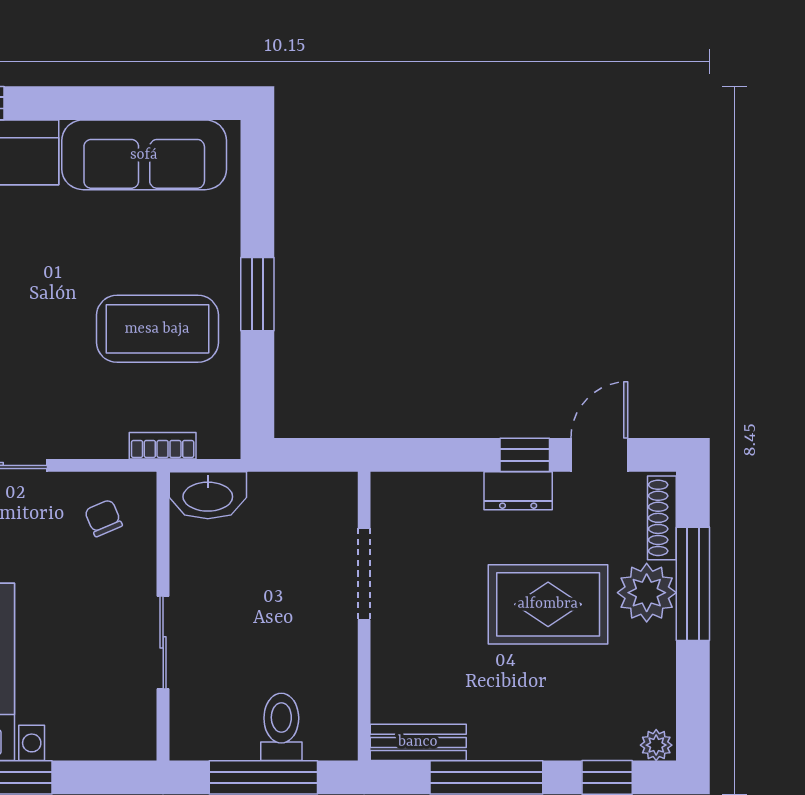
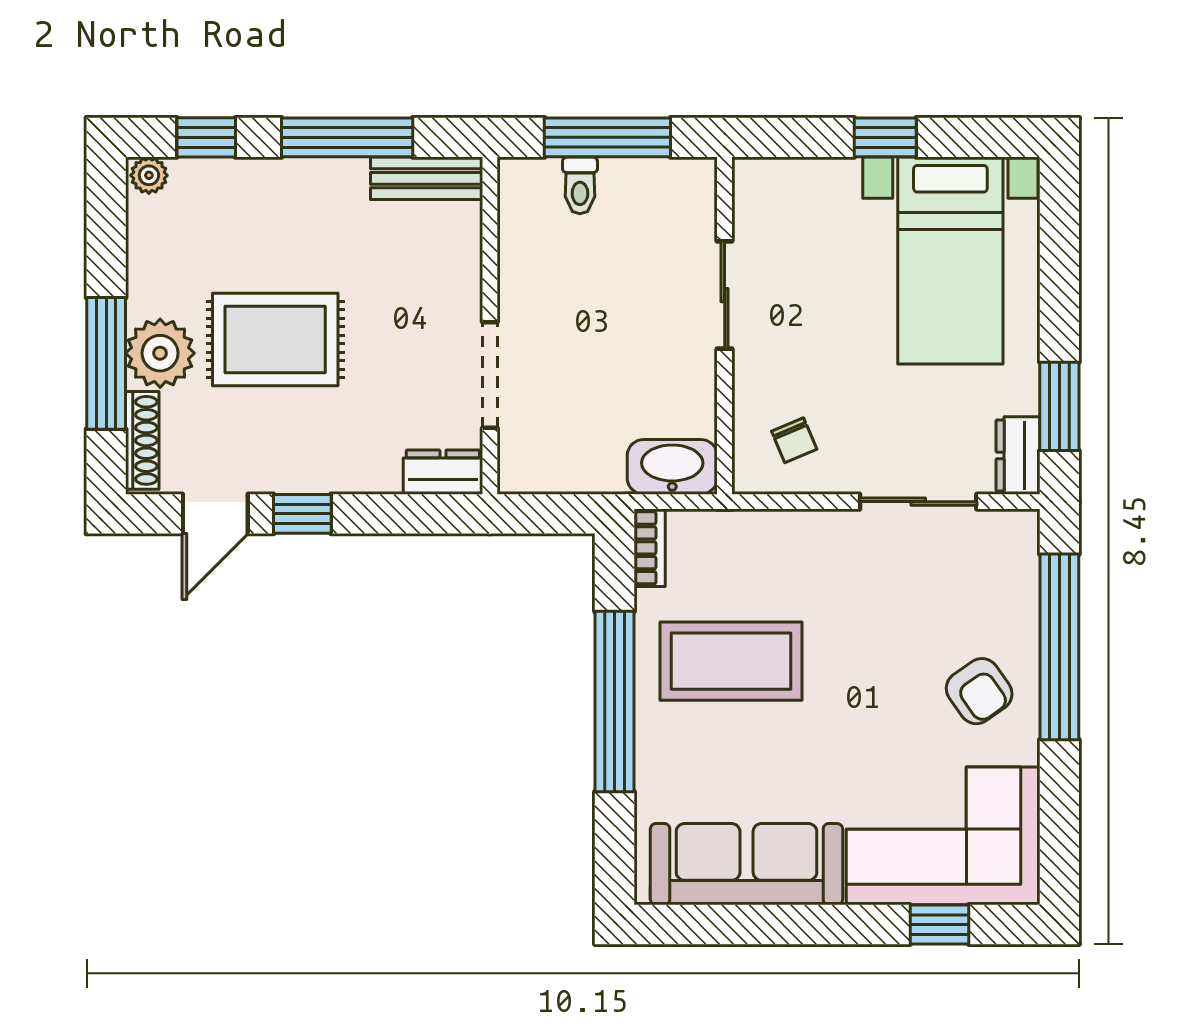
window: (257, 294) -> (615, 701), width x2.11
bookcase: (163, 446) -> (650, 548), moved, turned -90
dresser: (518, 491) -> (443, 472), moved
toilet: (281, 727) -> (580, 185), width x0.73, depth x0.72

